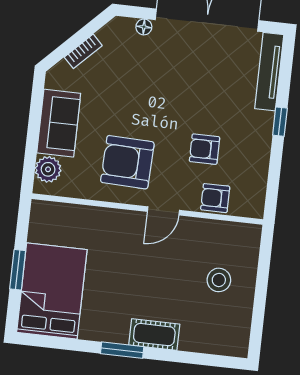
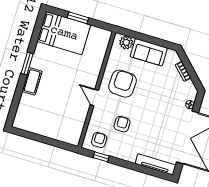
window: (280, 122) -> (101, 157), moved
armchair: (215, 198) -> (99, 140), moved
stool: (219, 280) -> (54, 119), removed

